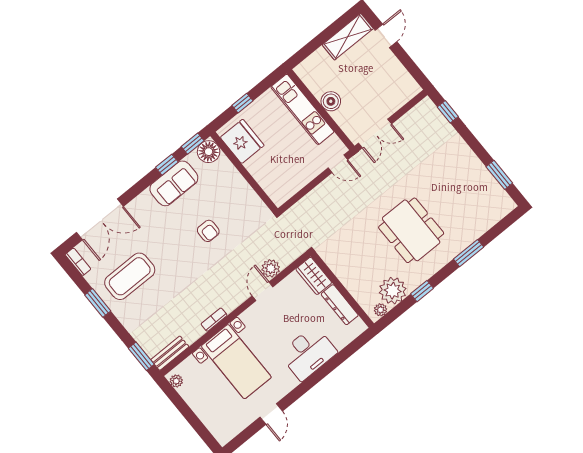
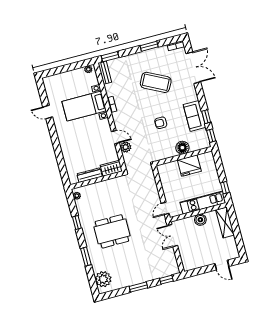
shelving: (348, 37) -> (225, 222), moved
window: (242, 103) -> (225, 188), moved
fridge: (242, 141) -> (189, 166), moved
floor lamp: (209, 152) -> (182, 148), moved
window: (499, 175) -> (138, 287), moved
double door: (100, 219) -> (193, 68), swing flipped
coffee table: (130, 276) -> (156, 82), moved, turned -63
plant: (393, 291) -> (103, 279), moved
desk: (308, 353) -> (71, 147), removed

